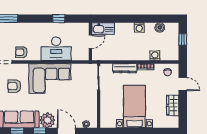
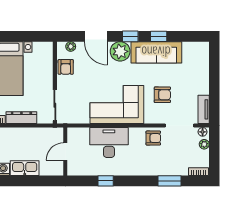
kitchen sink: (103, 29) -> (25, 168), moved
armchair: (90, 108) -> (66, 67), added

